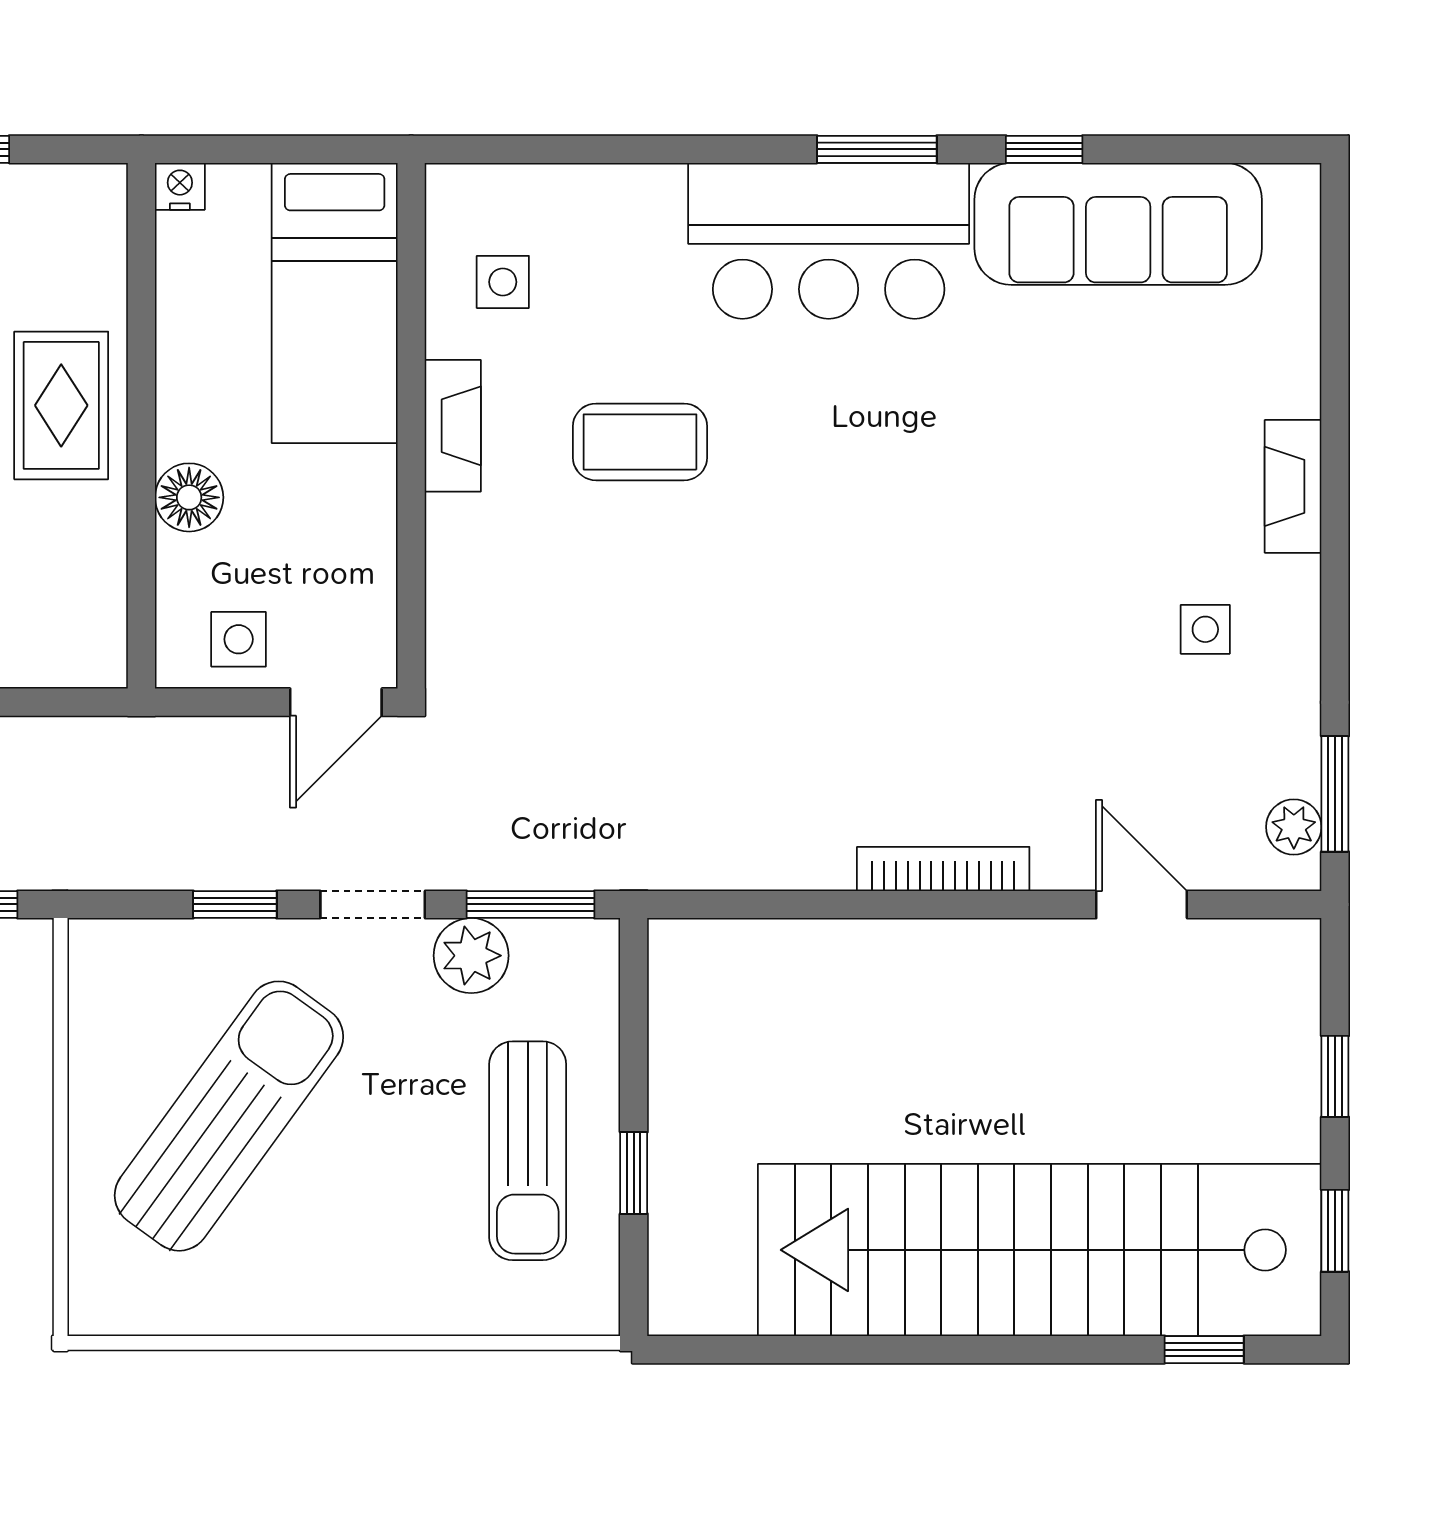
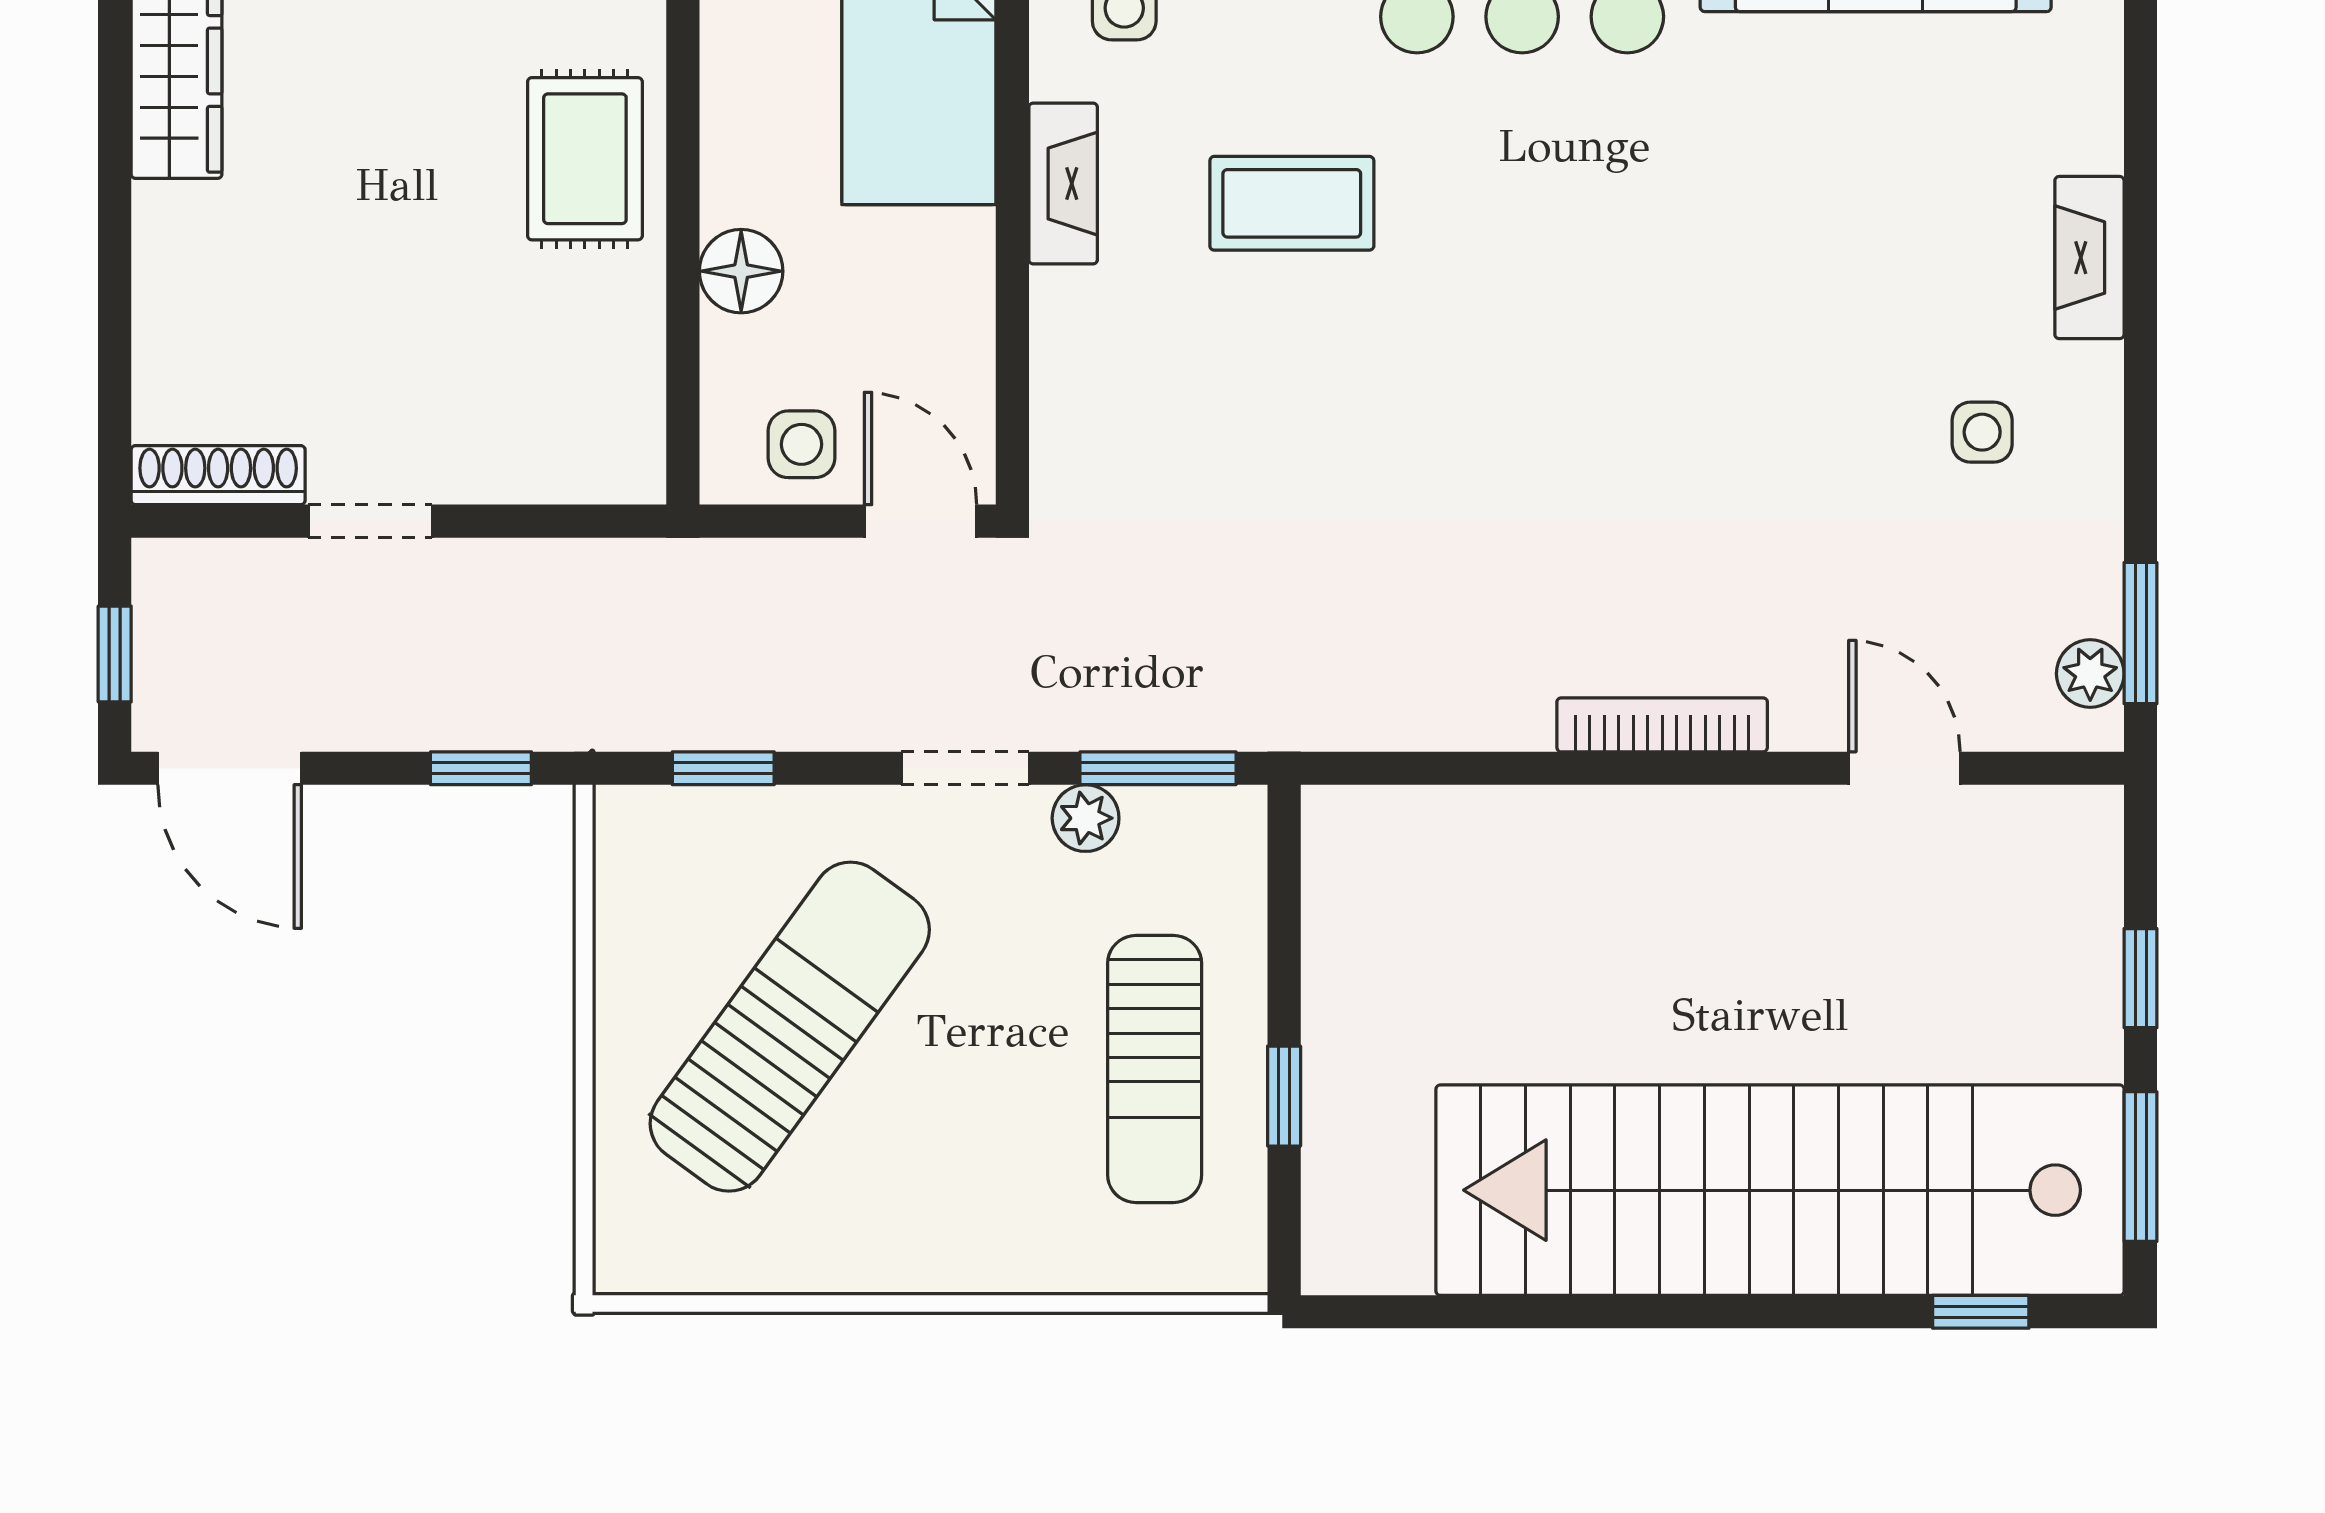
door: (336, 702) -> (920, 521), swing flipped
window: (235, 904) -> (723, 768), moved
plant: (471, 956) -> (1086, 818), width x0.73, depth x0.73
window: (1335, 1231) -> (2141, 1167), width x1.50

